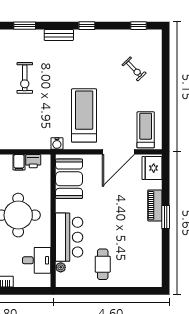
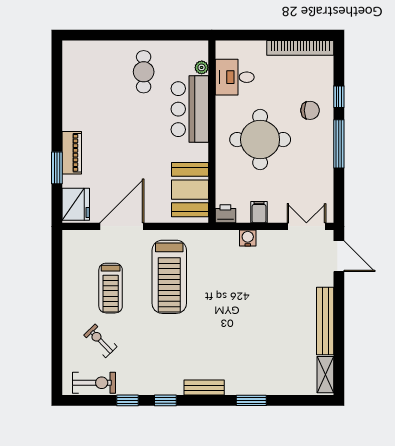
window: (139, 26) -> (127, 400), moved
exercise bike: (25, 78) -> (94, 383), moved, turned 90
treadmill: (146, 130) -> (111, 288), moved
water cooler: (57, 144) -> (248, 238), moved
printer: (33, 161) -> (225, 214), moved
window: (166, 217) -> (57, 168), moved

